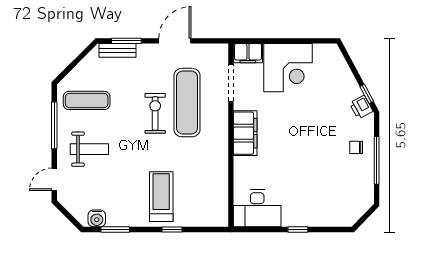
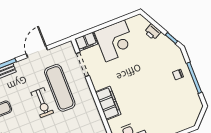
printer: (361, 107) -> (153, 32), moved
exercise bike: (155, 113) -> (42, 103), turned 180
filing cabinet: (245, 133) -> (108, 103), moved

